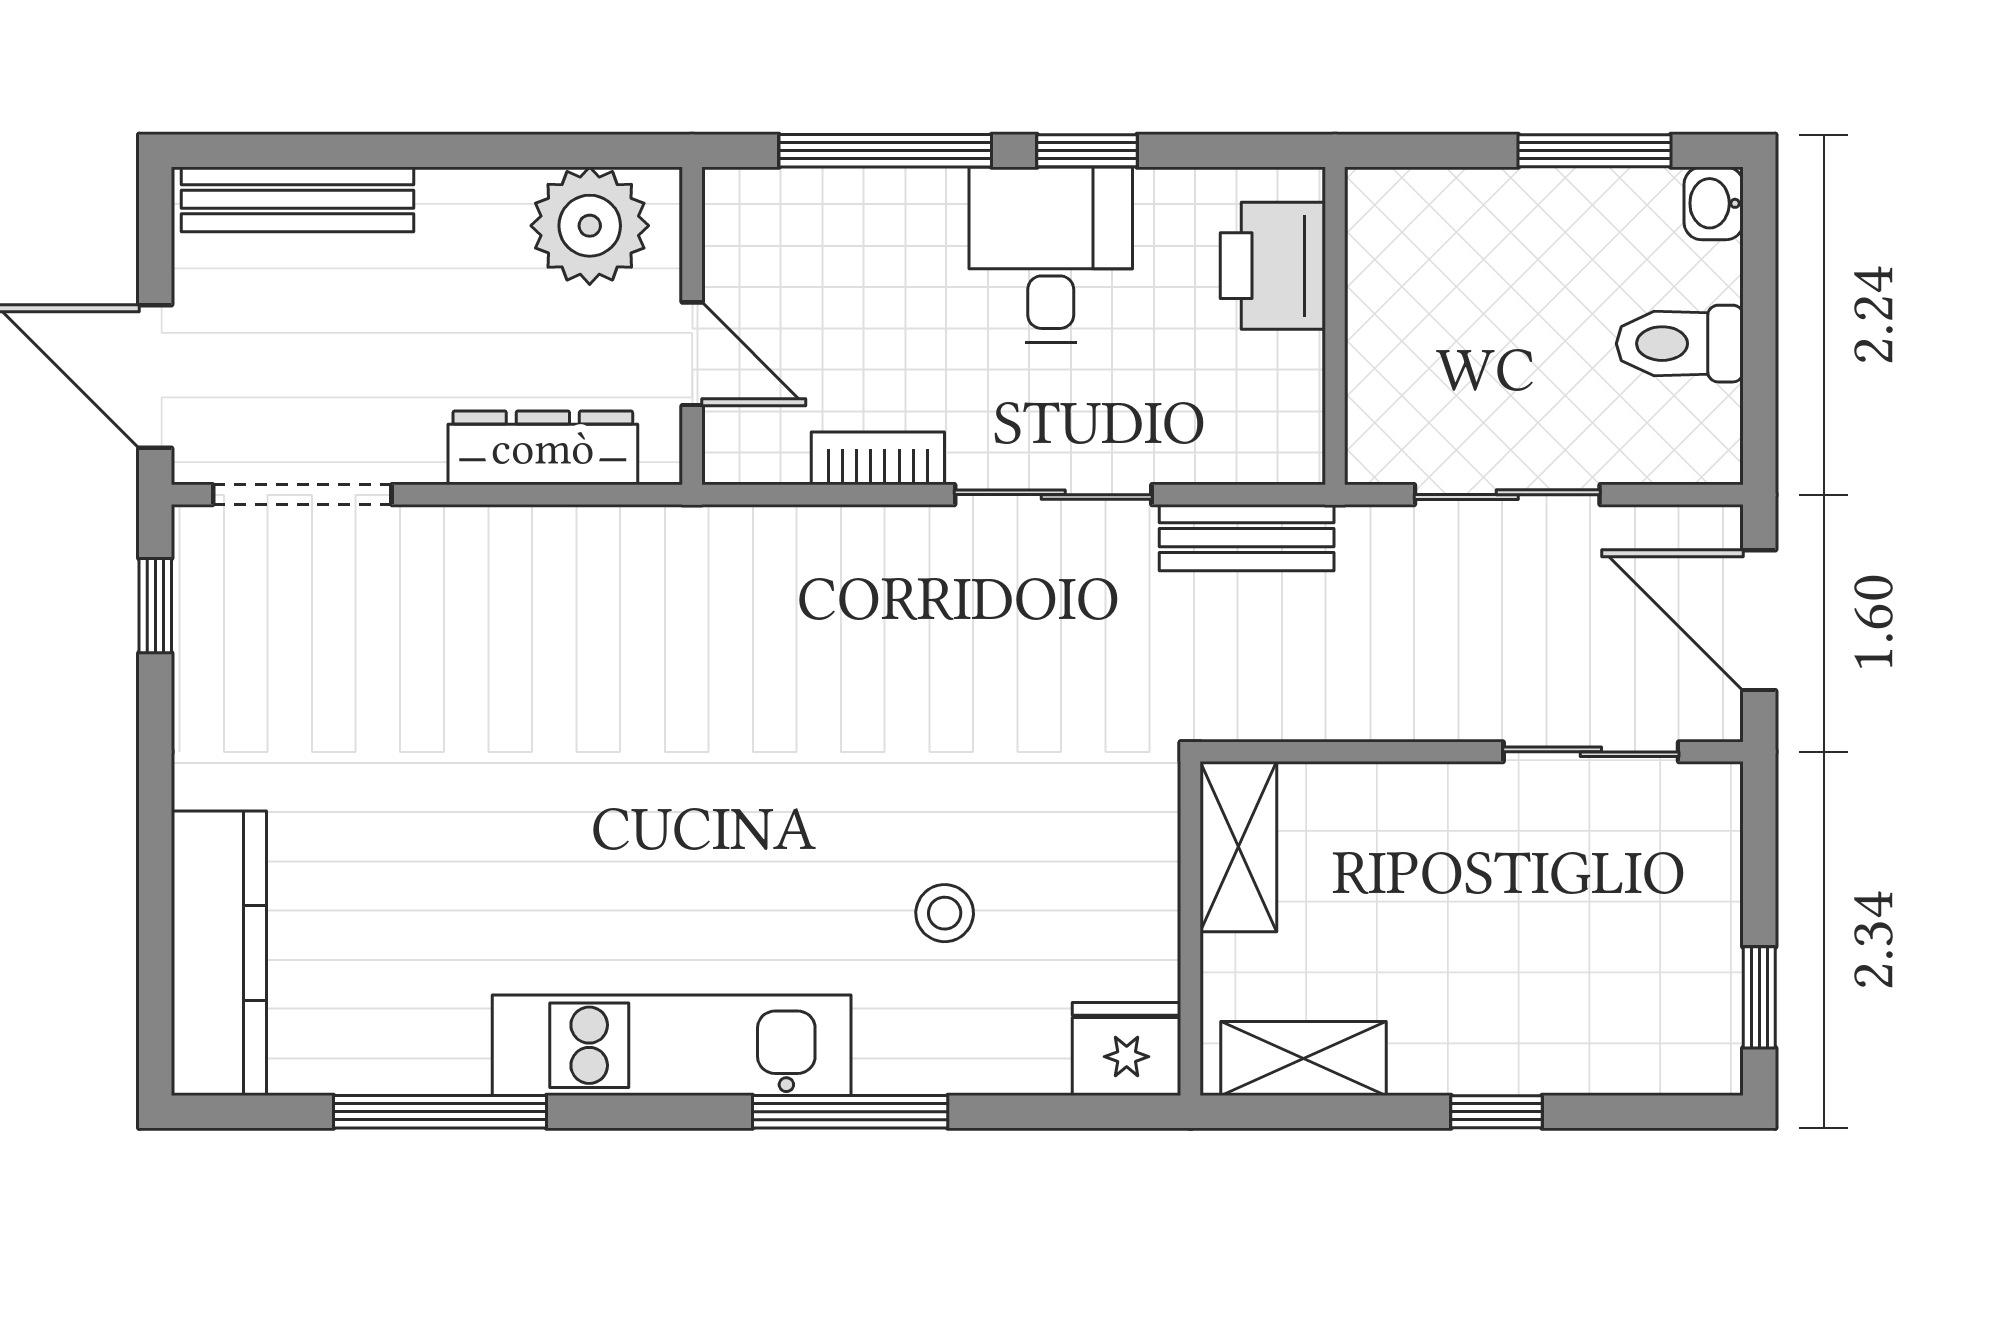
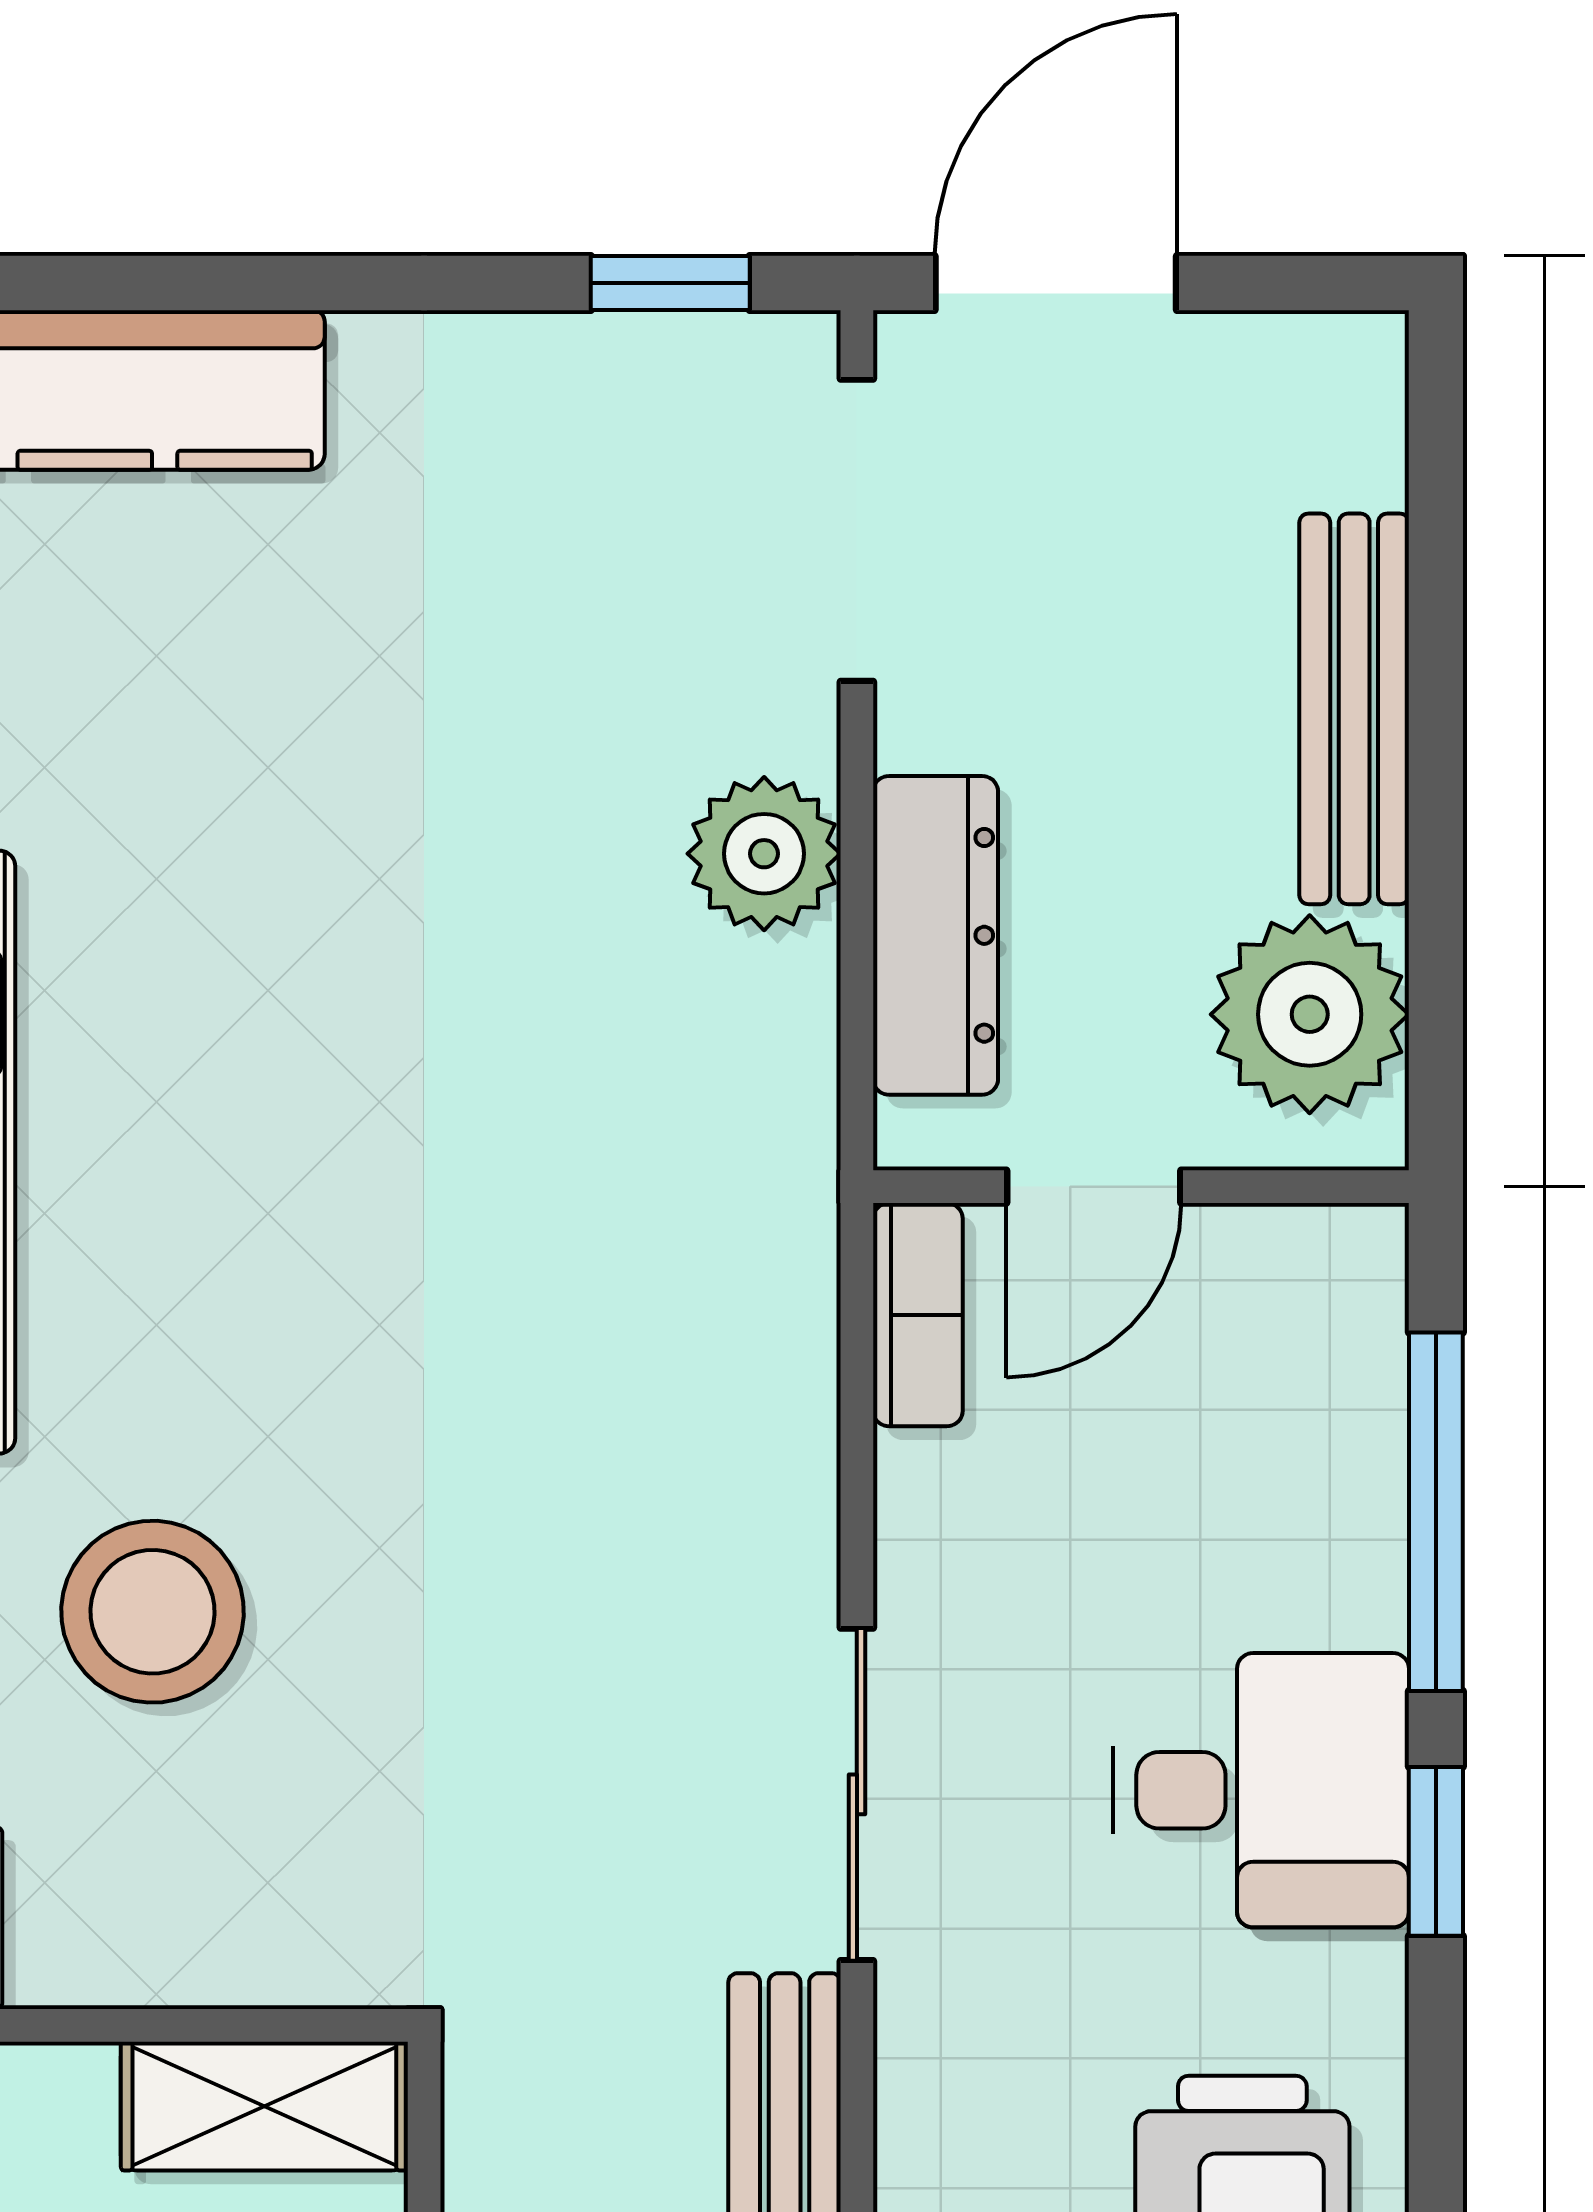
bench: (297, 199) -> (1354, 709), moved
bookcase: (878, 458) -> (918, 1315), moved
plant: (494, 550) -> (764, 854), added
stool: (945, 913) -> (153, 1612), width x1.89, depth x1.89

